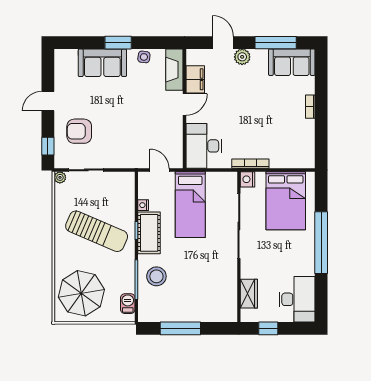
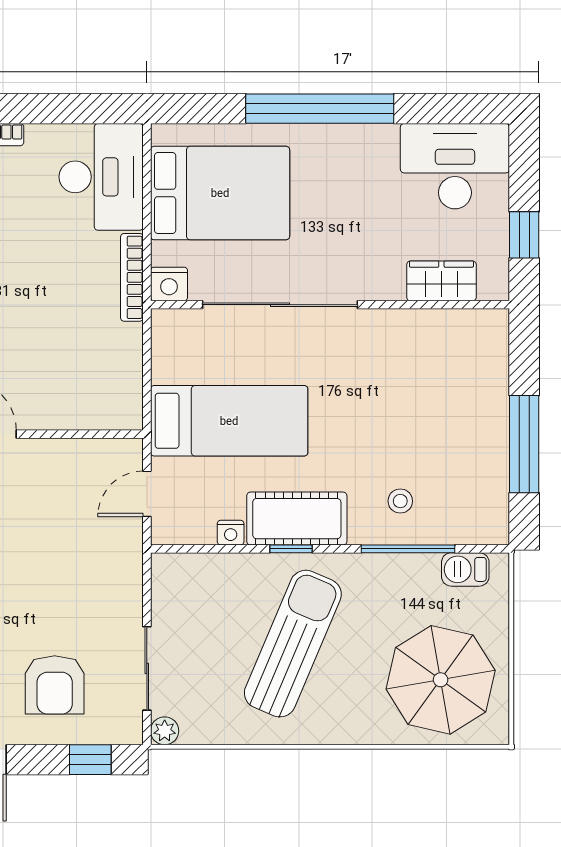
desk: (204, 146) -> (101, 177), moved, turned -90
stool: (156, 276) -> (400, 501), width x0.53, depth x0.53

